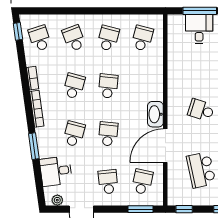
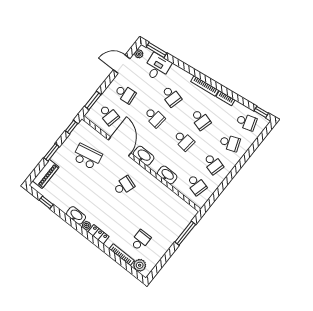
desk: (199, 29) -> (175, 224), removed
washbasin: (156, 75) -> (167, 175), added
window: (34, 146) -> (157, 50), moved

